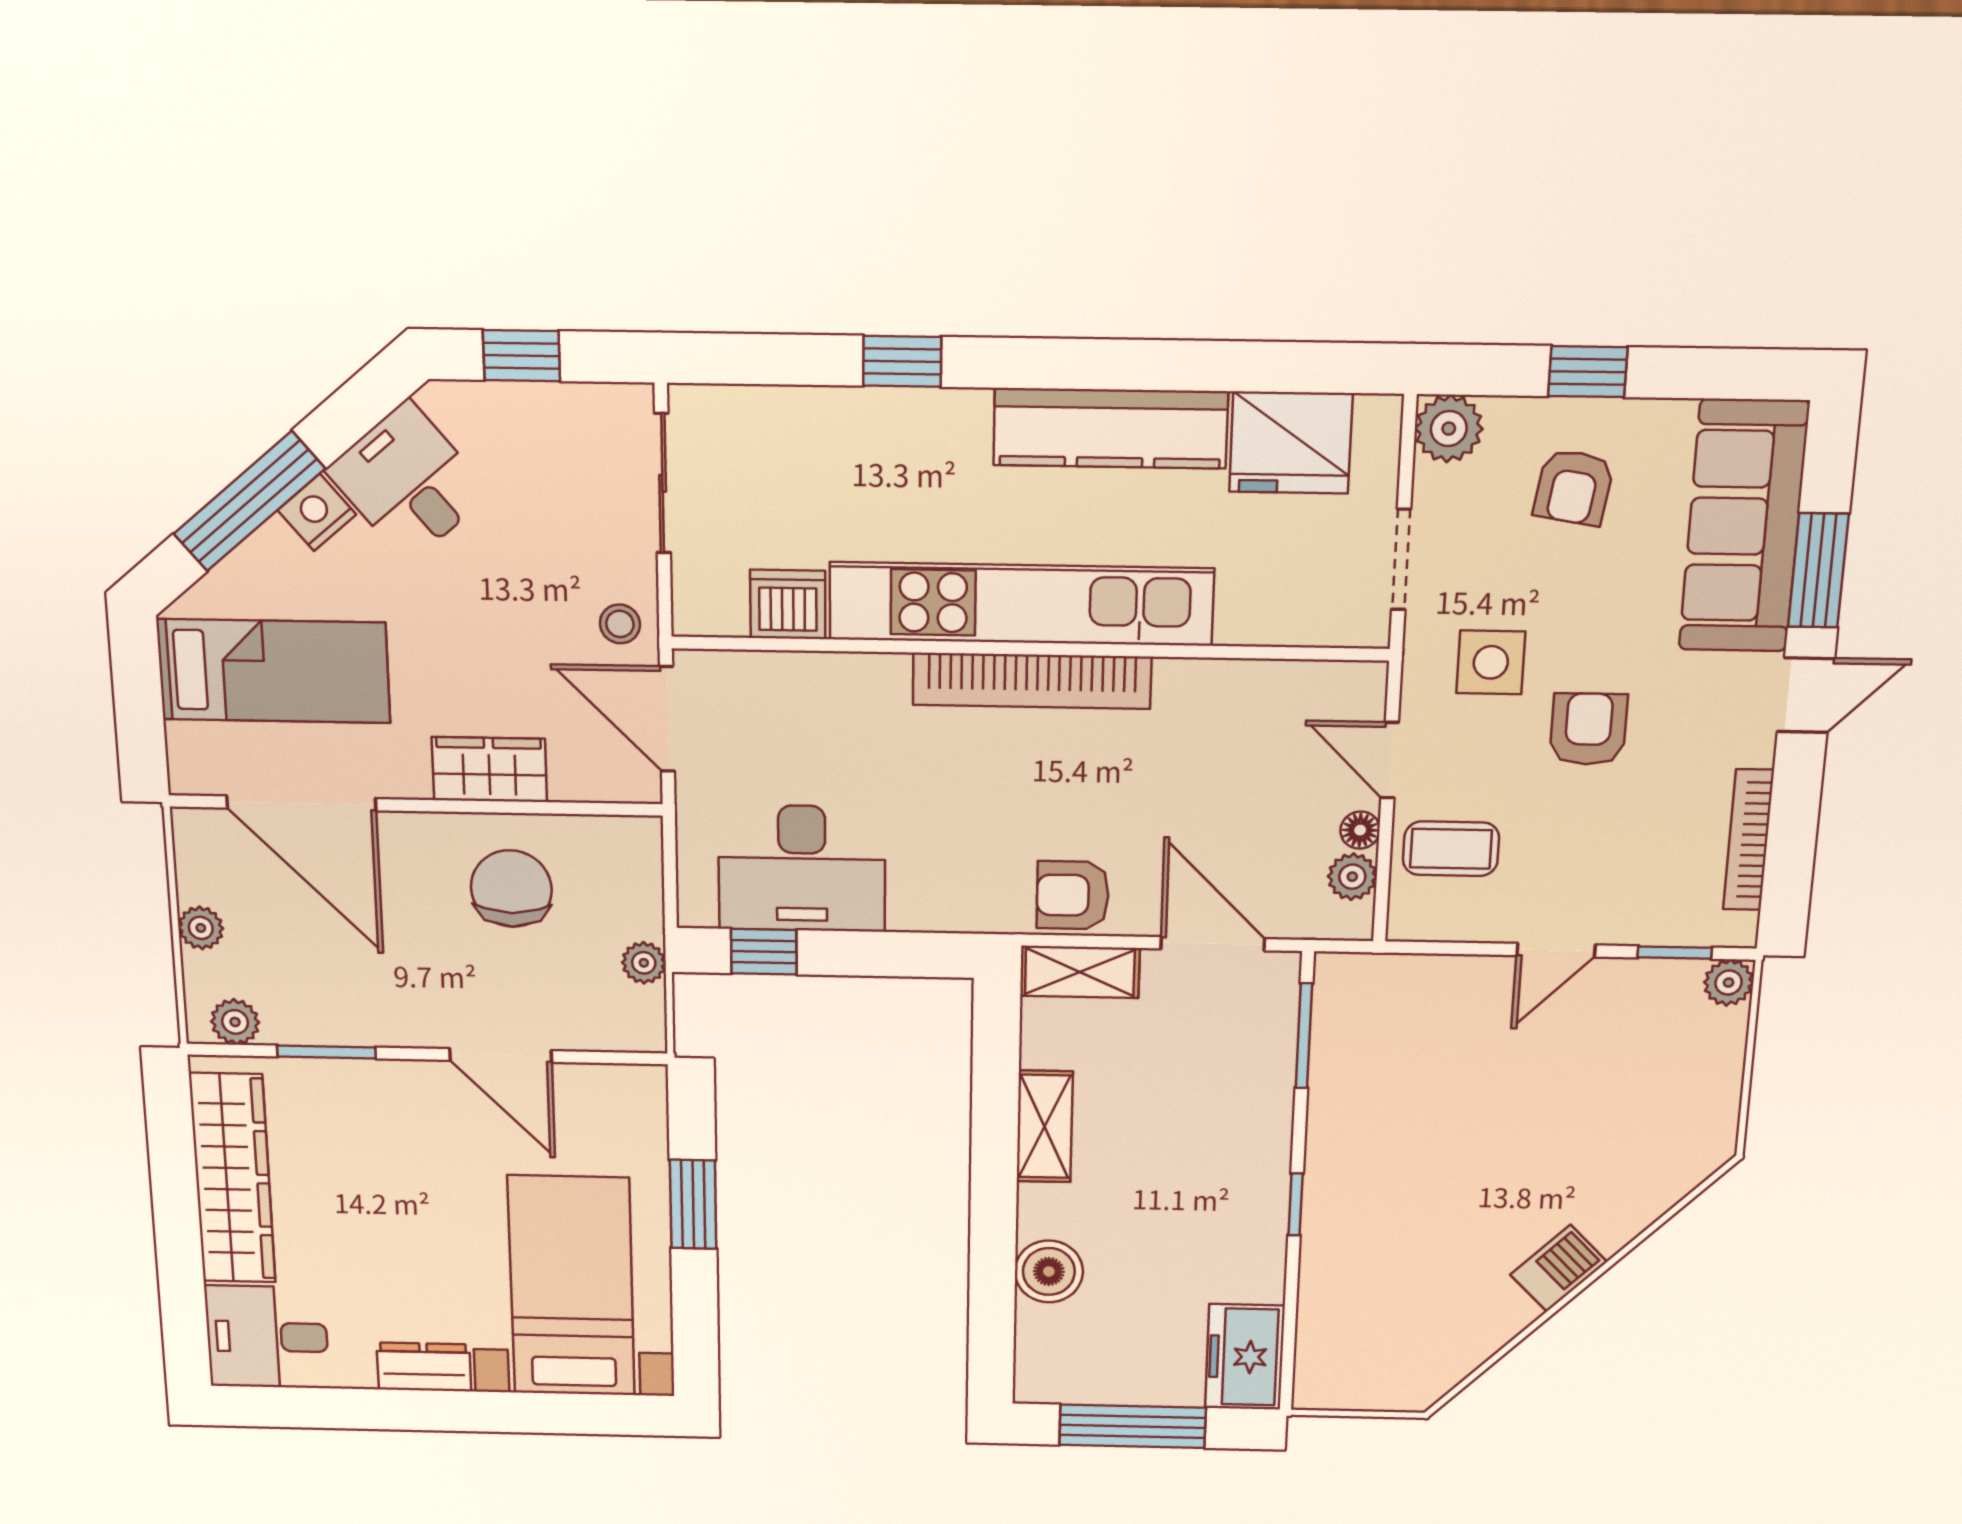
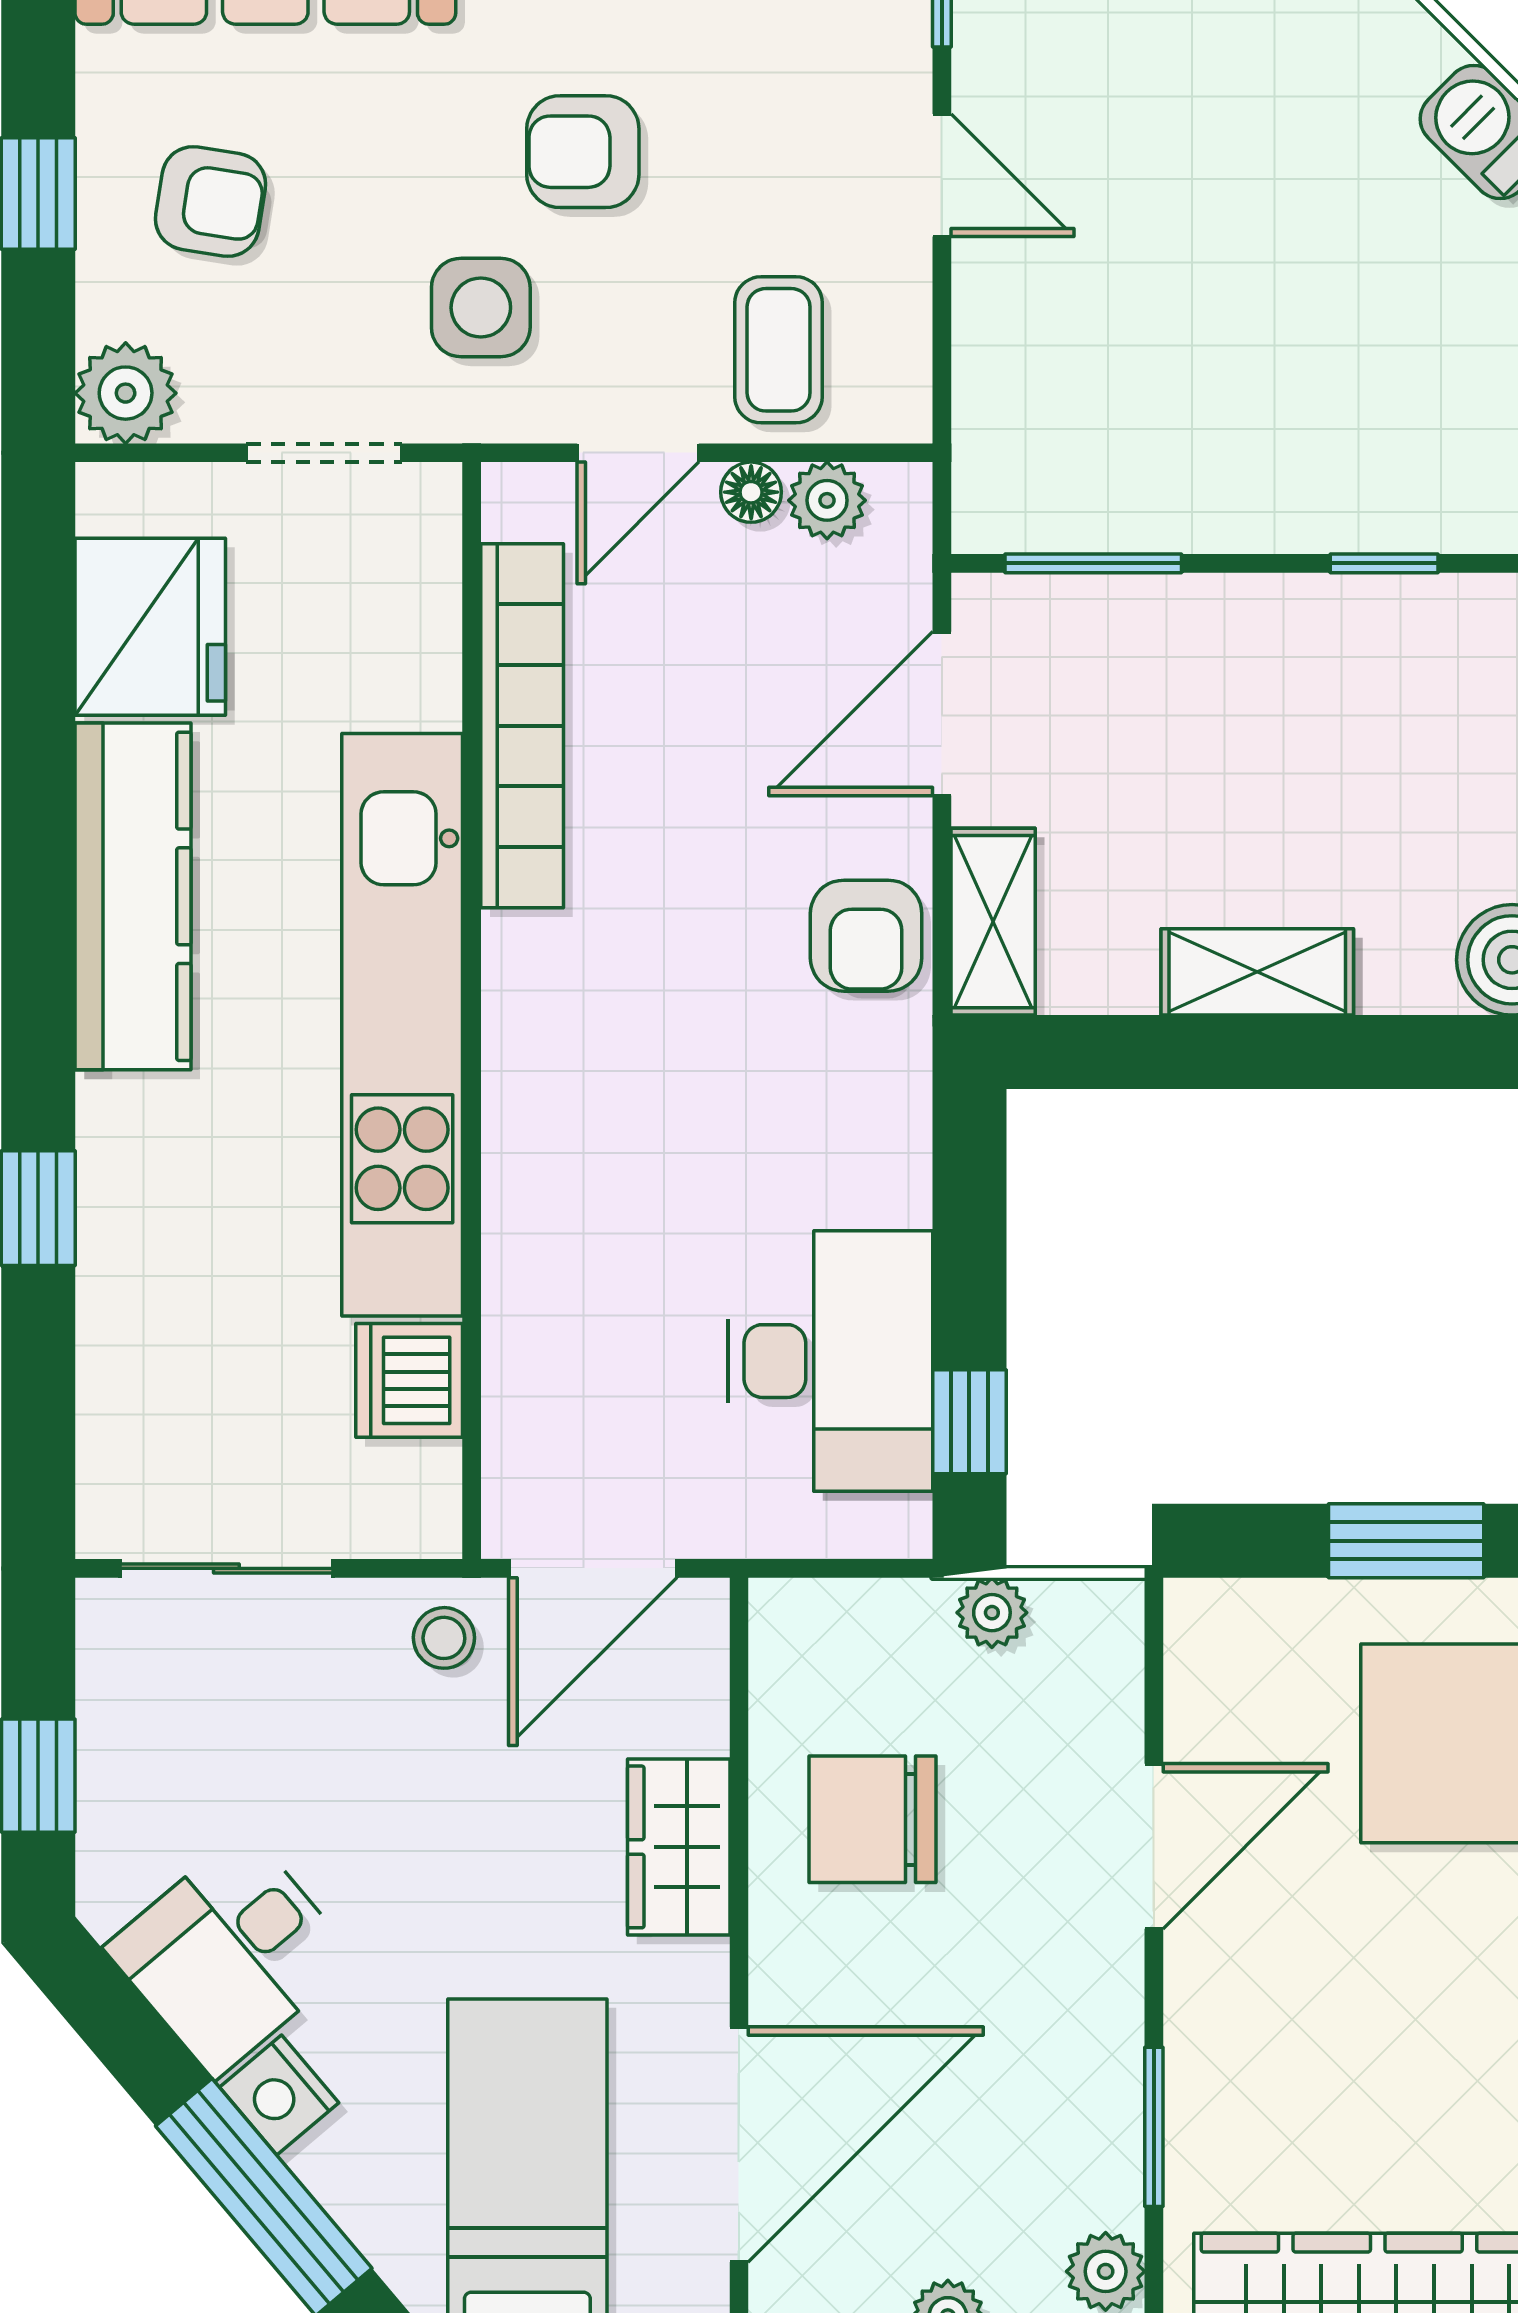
bookcase: (1032, 681) -> (522, 726), moved

